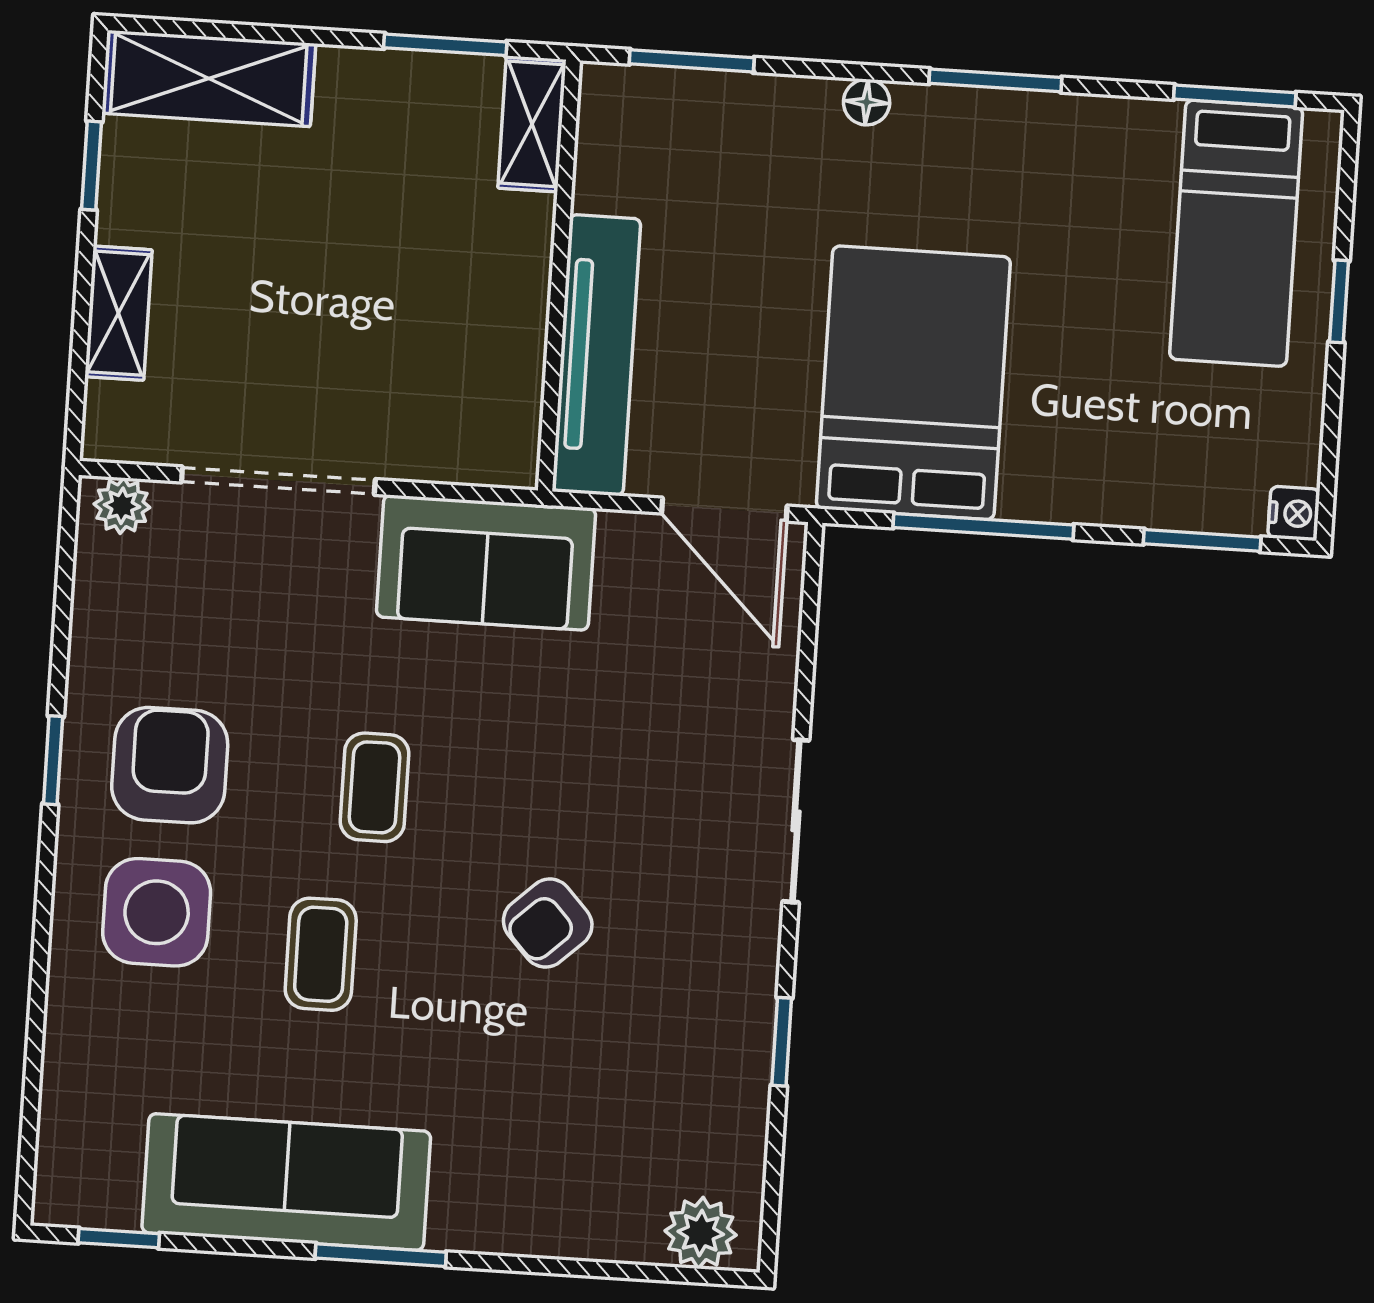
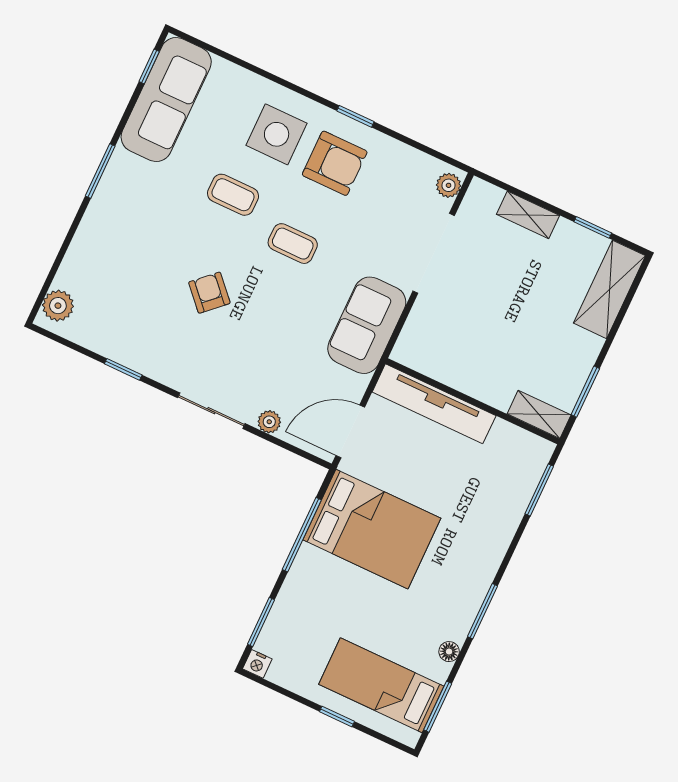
floor lamp: (867, 102) -> (449, 652), moved
plant: (771, 689) -> (269, 422), added
sofa: (286, 1182) -> (166, 100), moved

